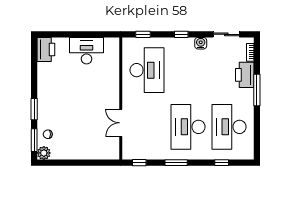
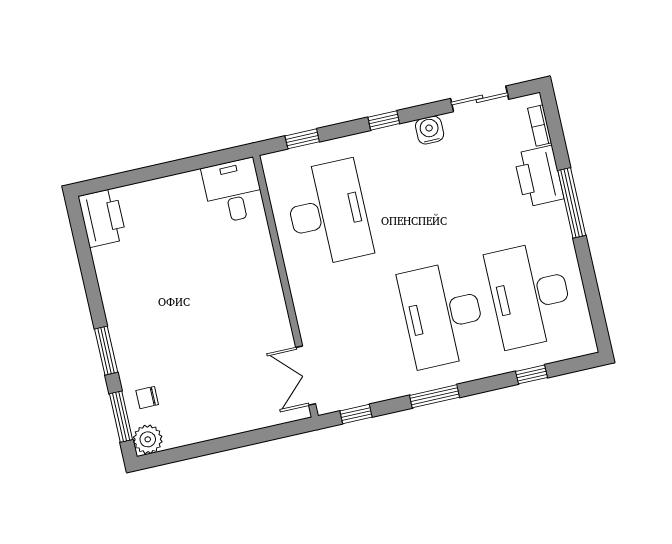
desk: (87, 51) -> (233, 191), moved, width x0.73
double door: (121, 123) -> (306, 376), moved

